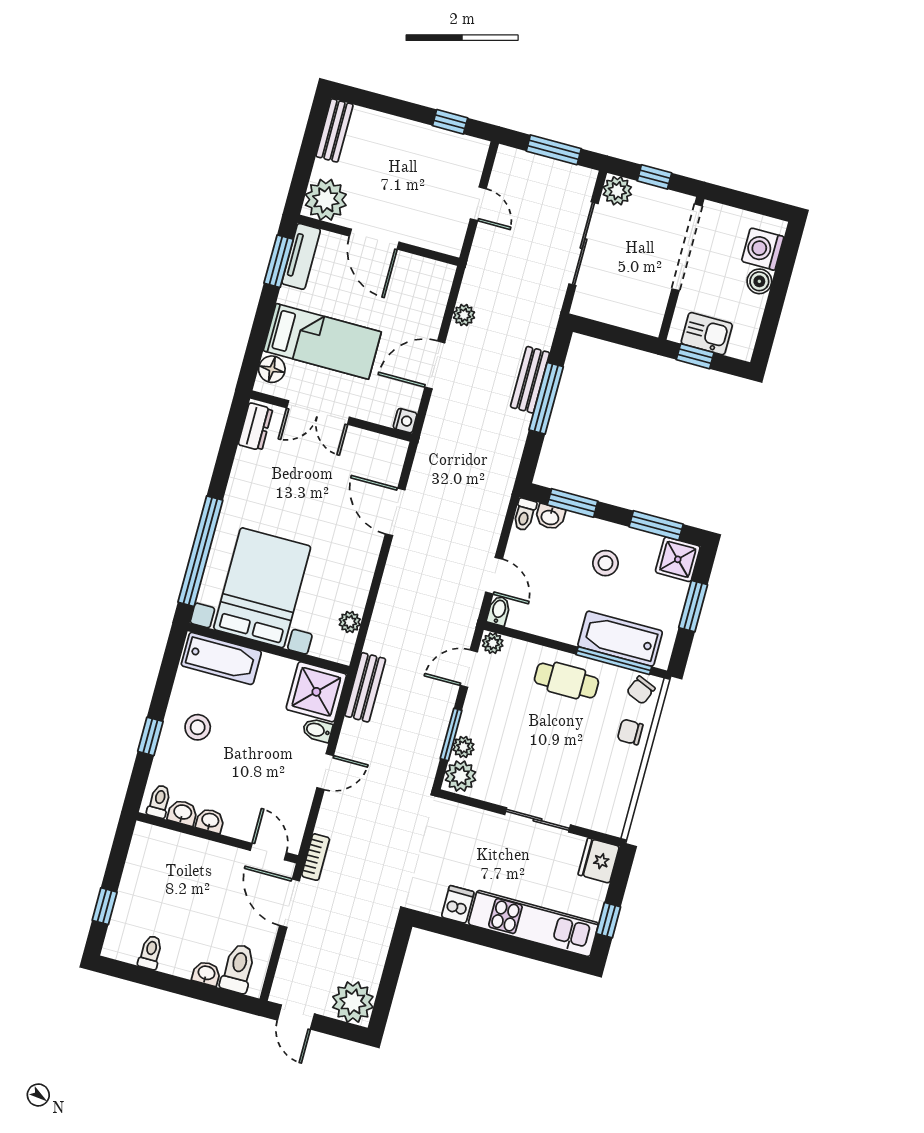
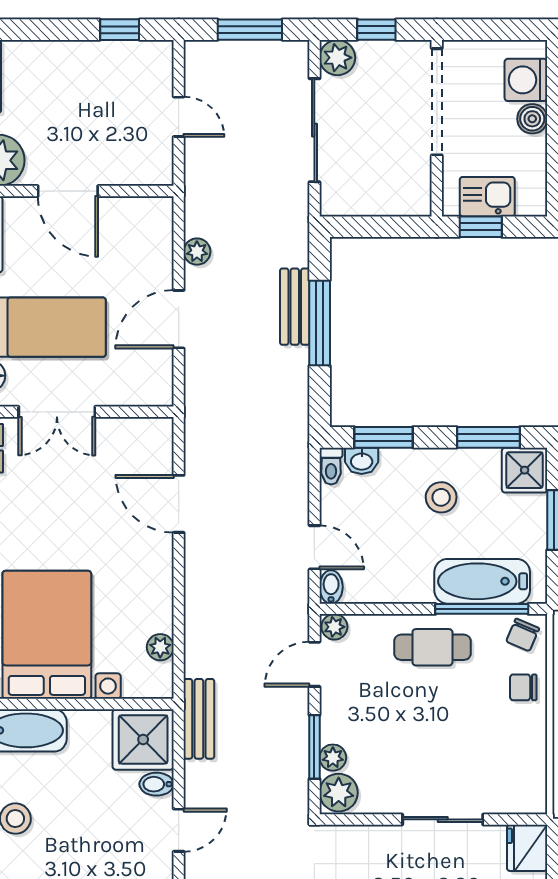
nightstand: (405, 421) -> (161, 394), removed

